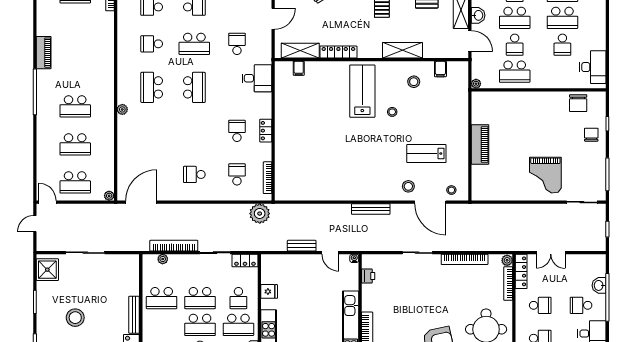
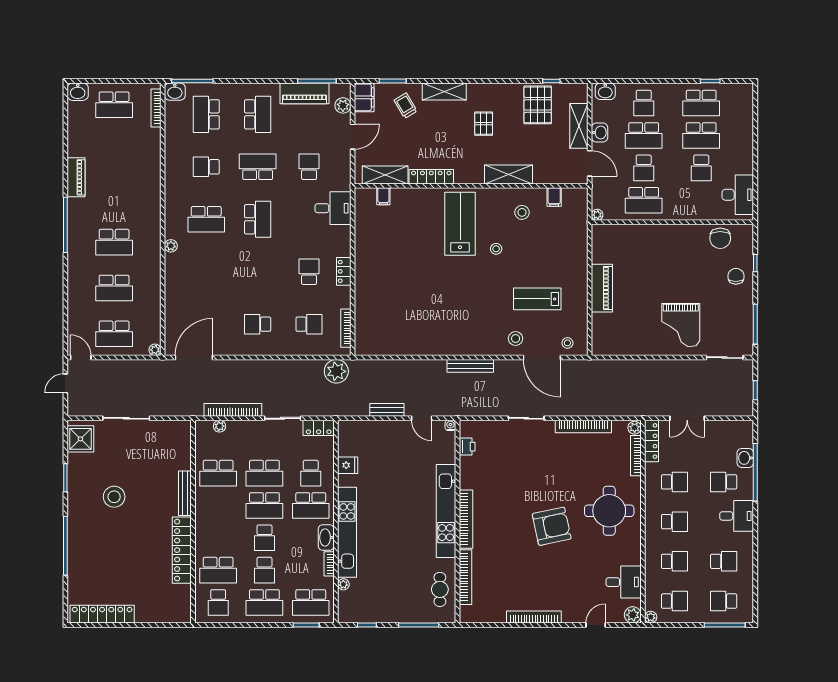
school desk: (194, 44) -> (258, 167), turned 180
school desk: (152, 87) -> (206, 219), turned -90
school desk: (237, 174) -> (309, 324), turned 90

